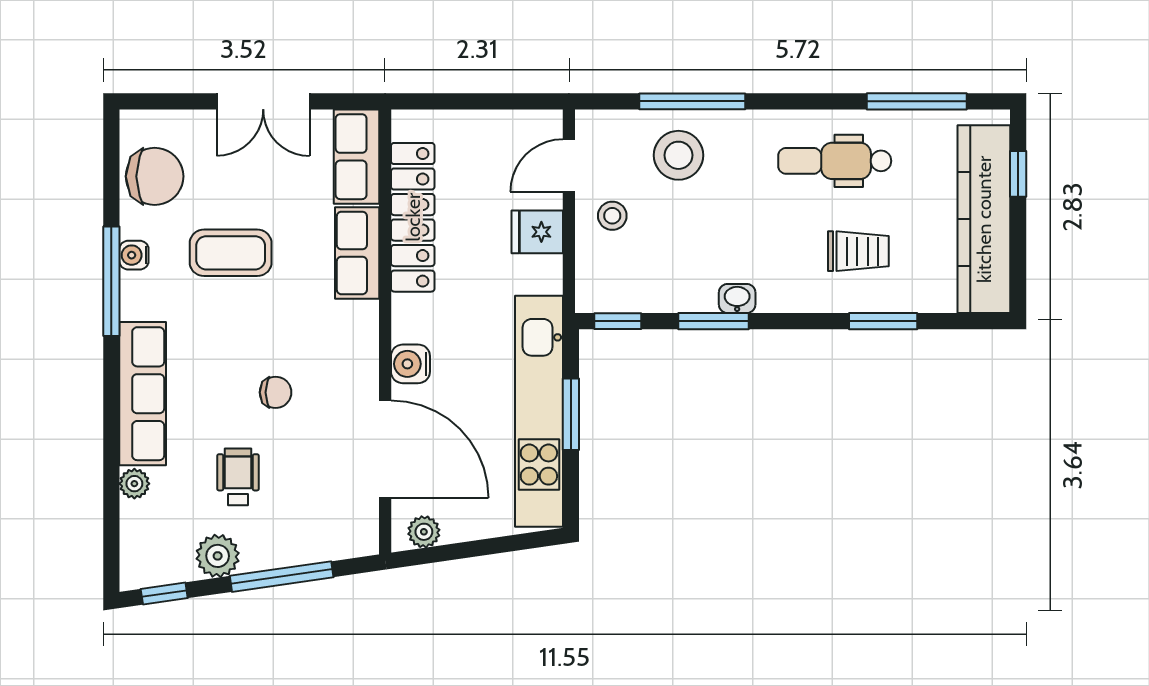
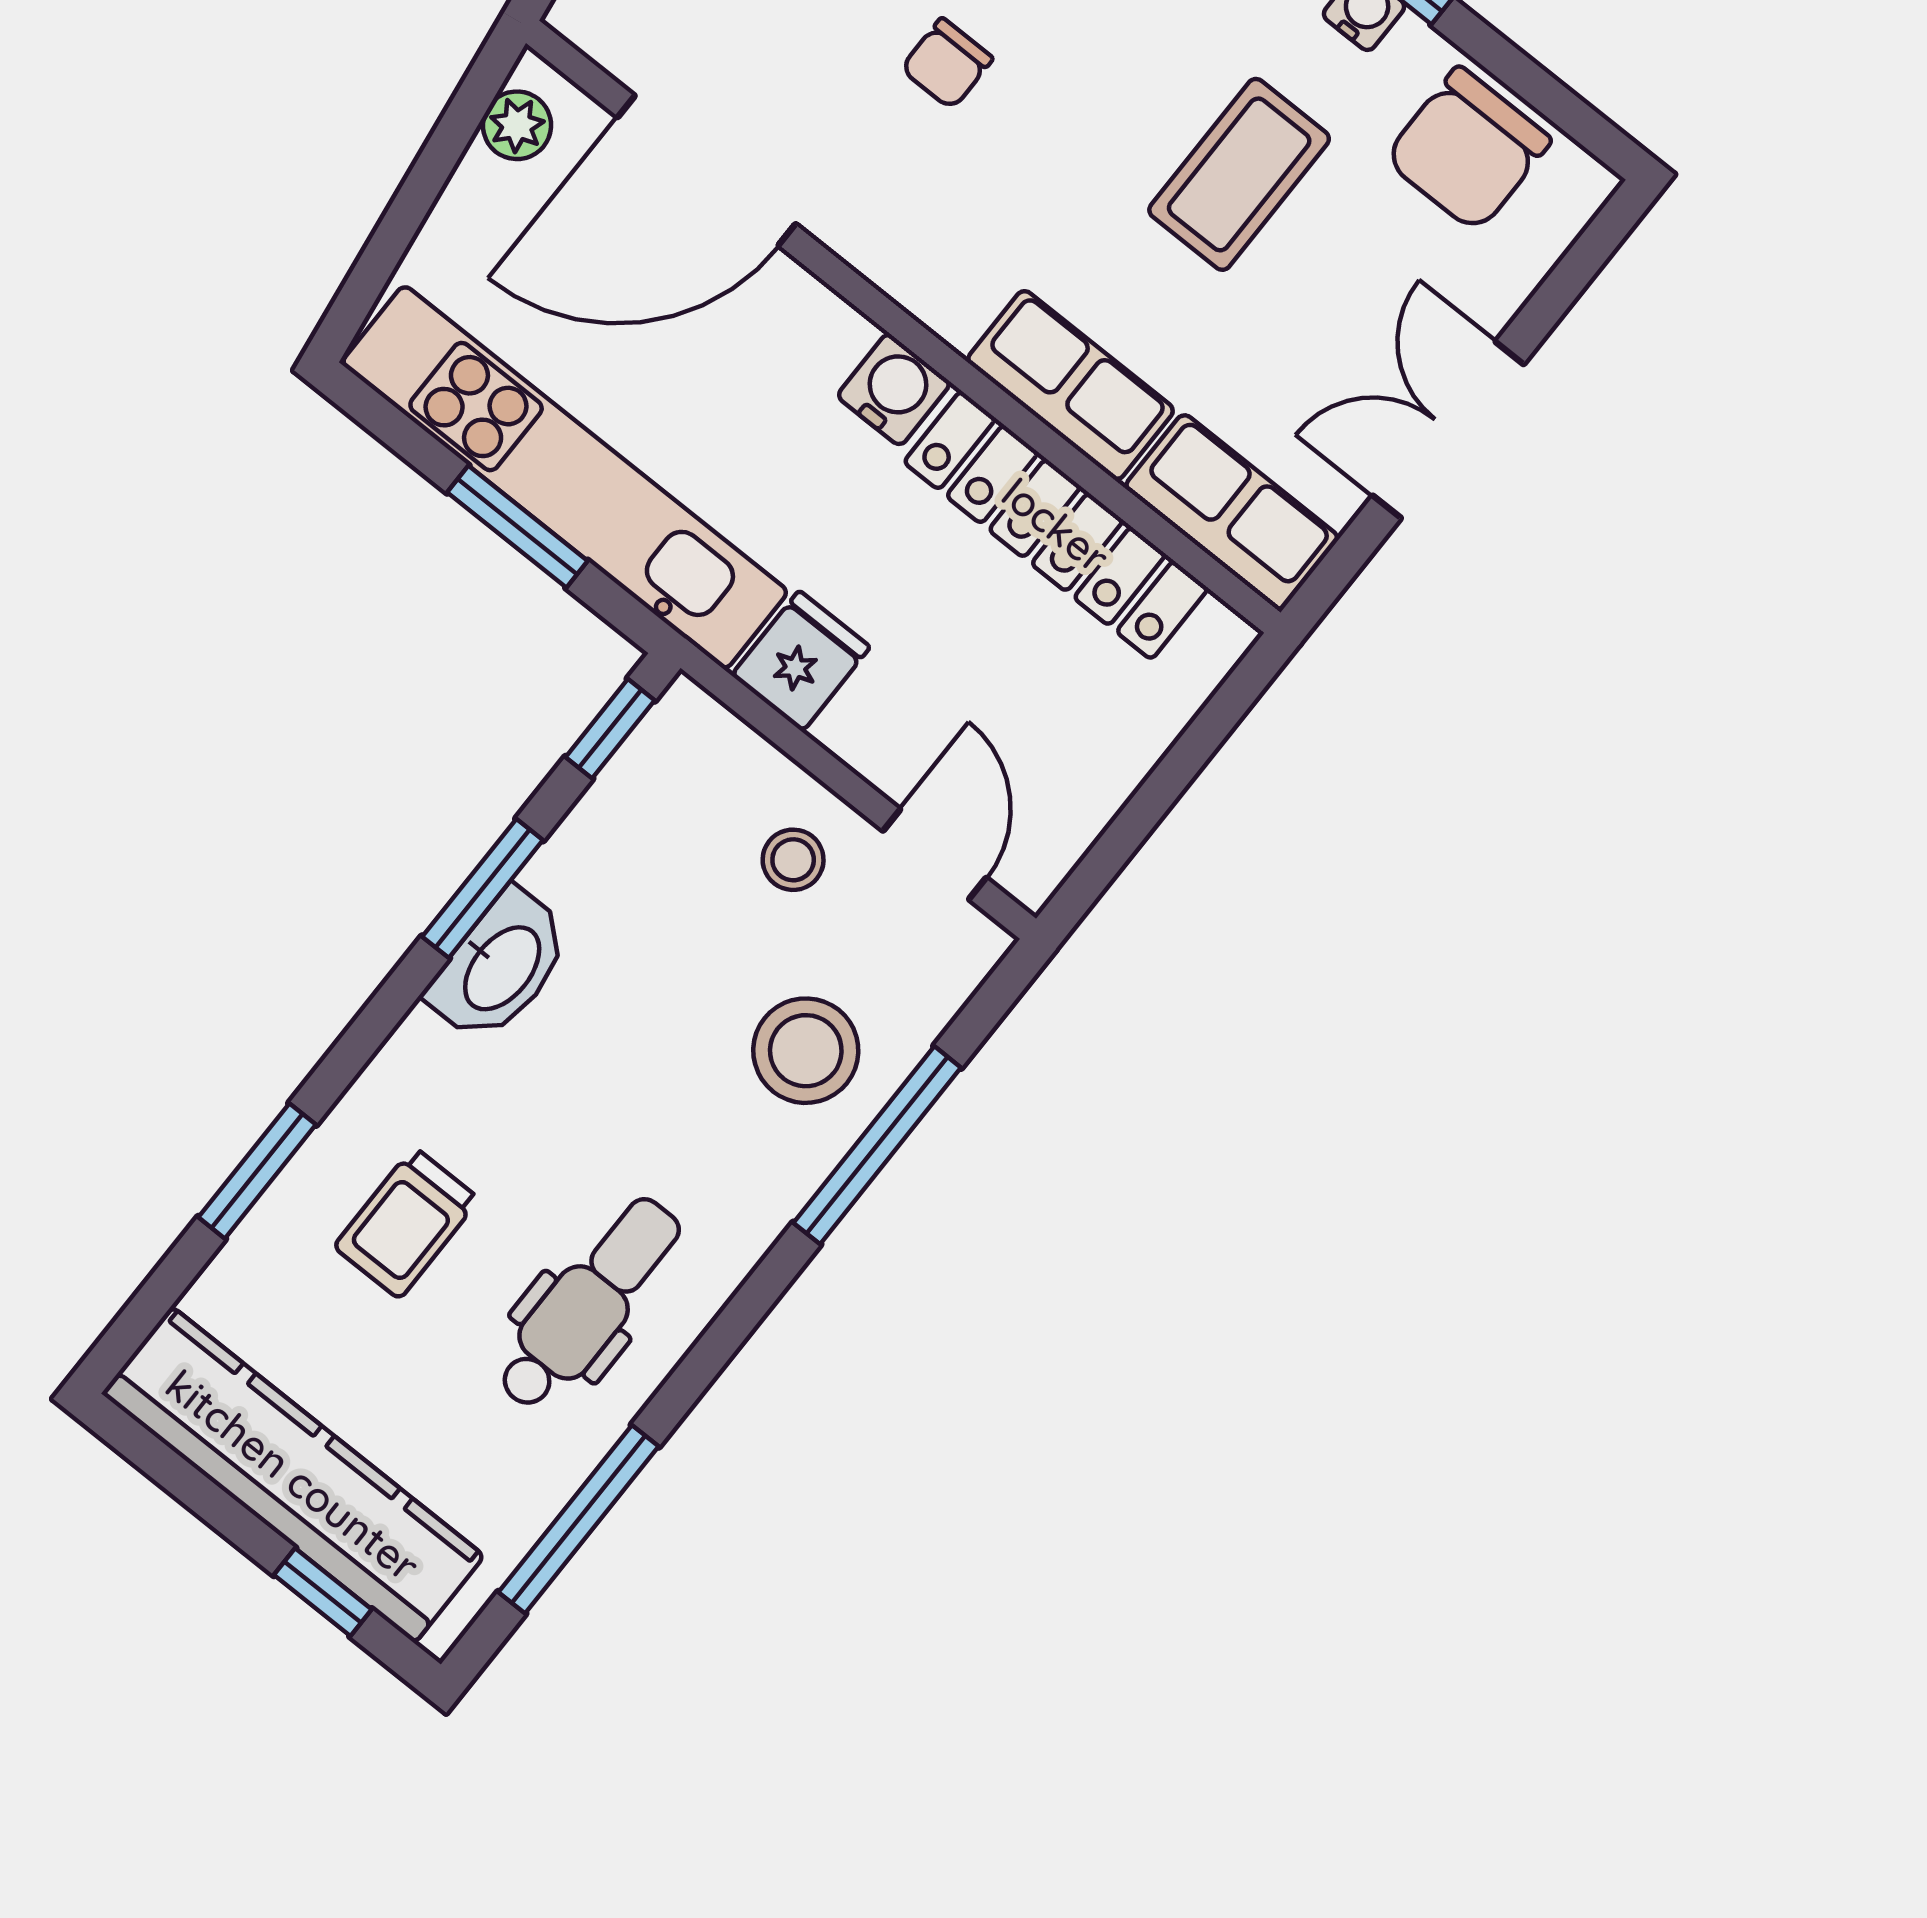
fridge: (537, 232) -> (801, 661), moved
washbasin: (737, 298) -> (500, 967), width x1.91, depth x1.45
water cooler: (410, 364) -> (894, 390), moved

